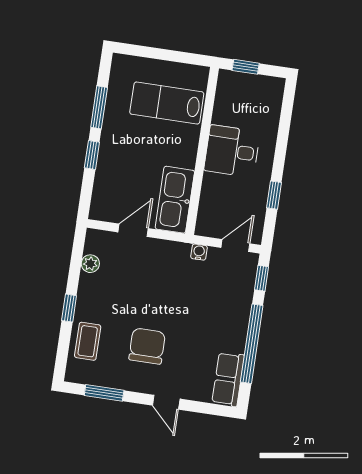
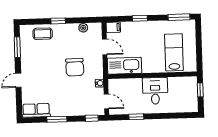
window: (99, 107) -> (179, 17), moved
filing cabinet: (100, 208) -> (113, 27), added
window: (252, 344) -> (57, 119), width x0.47
chair: (147, 346) -> (75, 67), moved, turned 89

